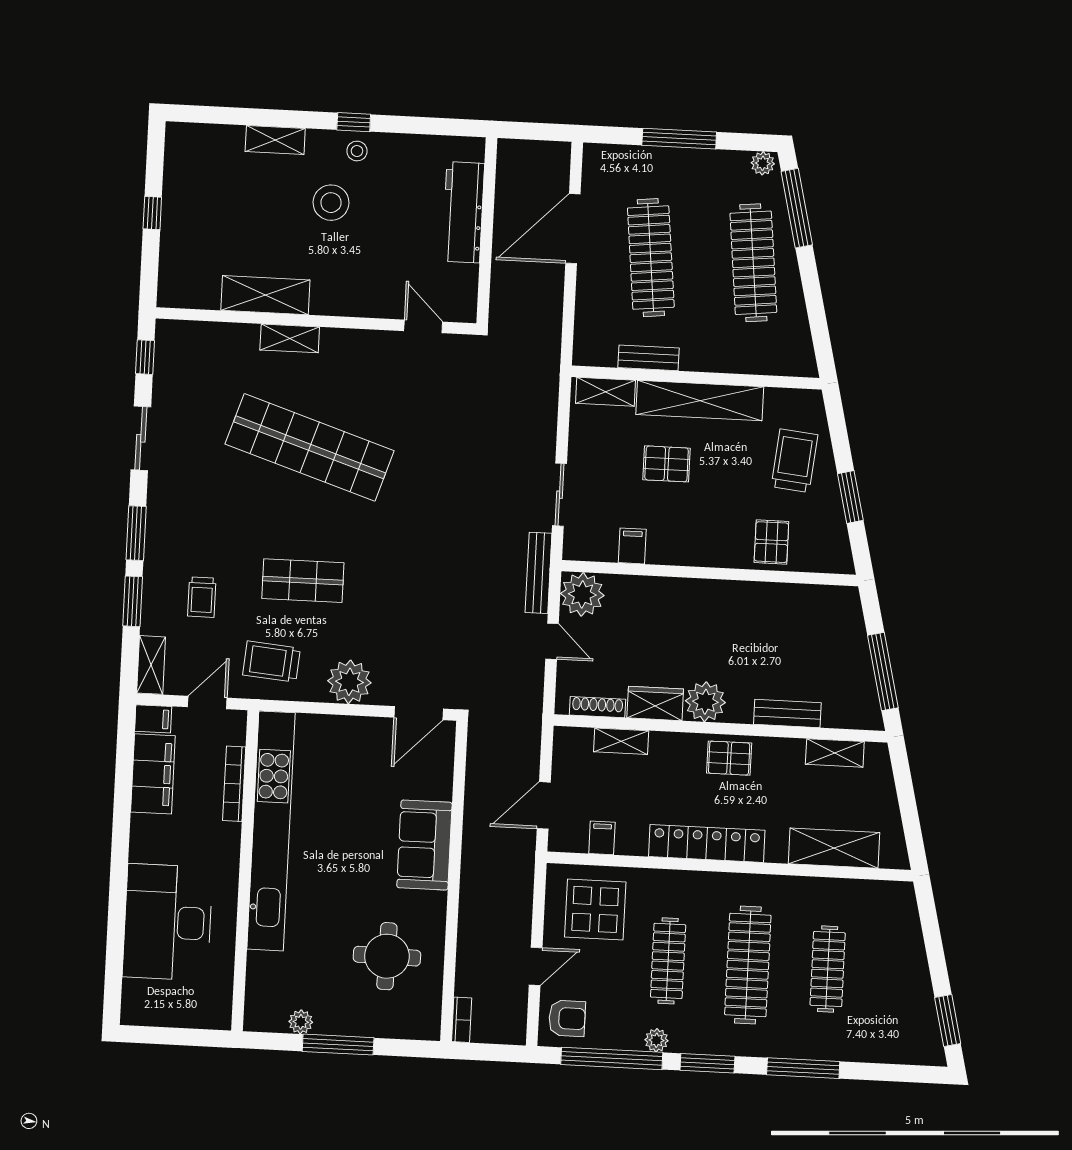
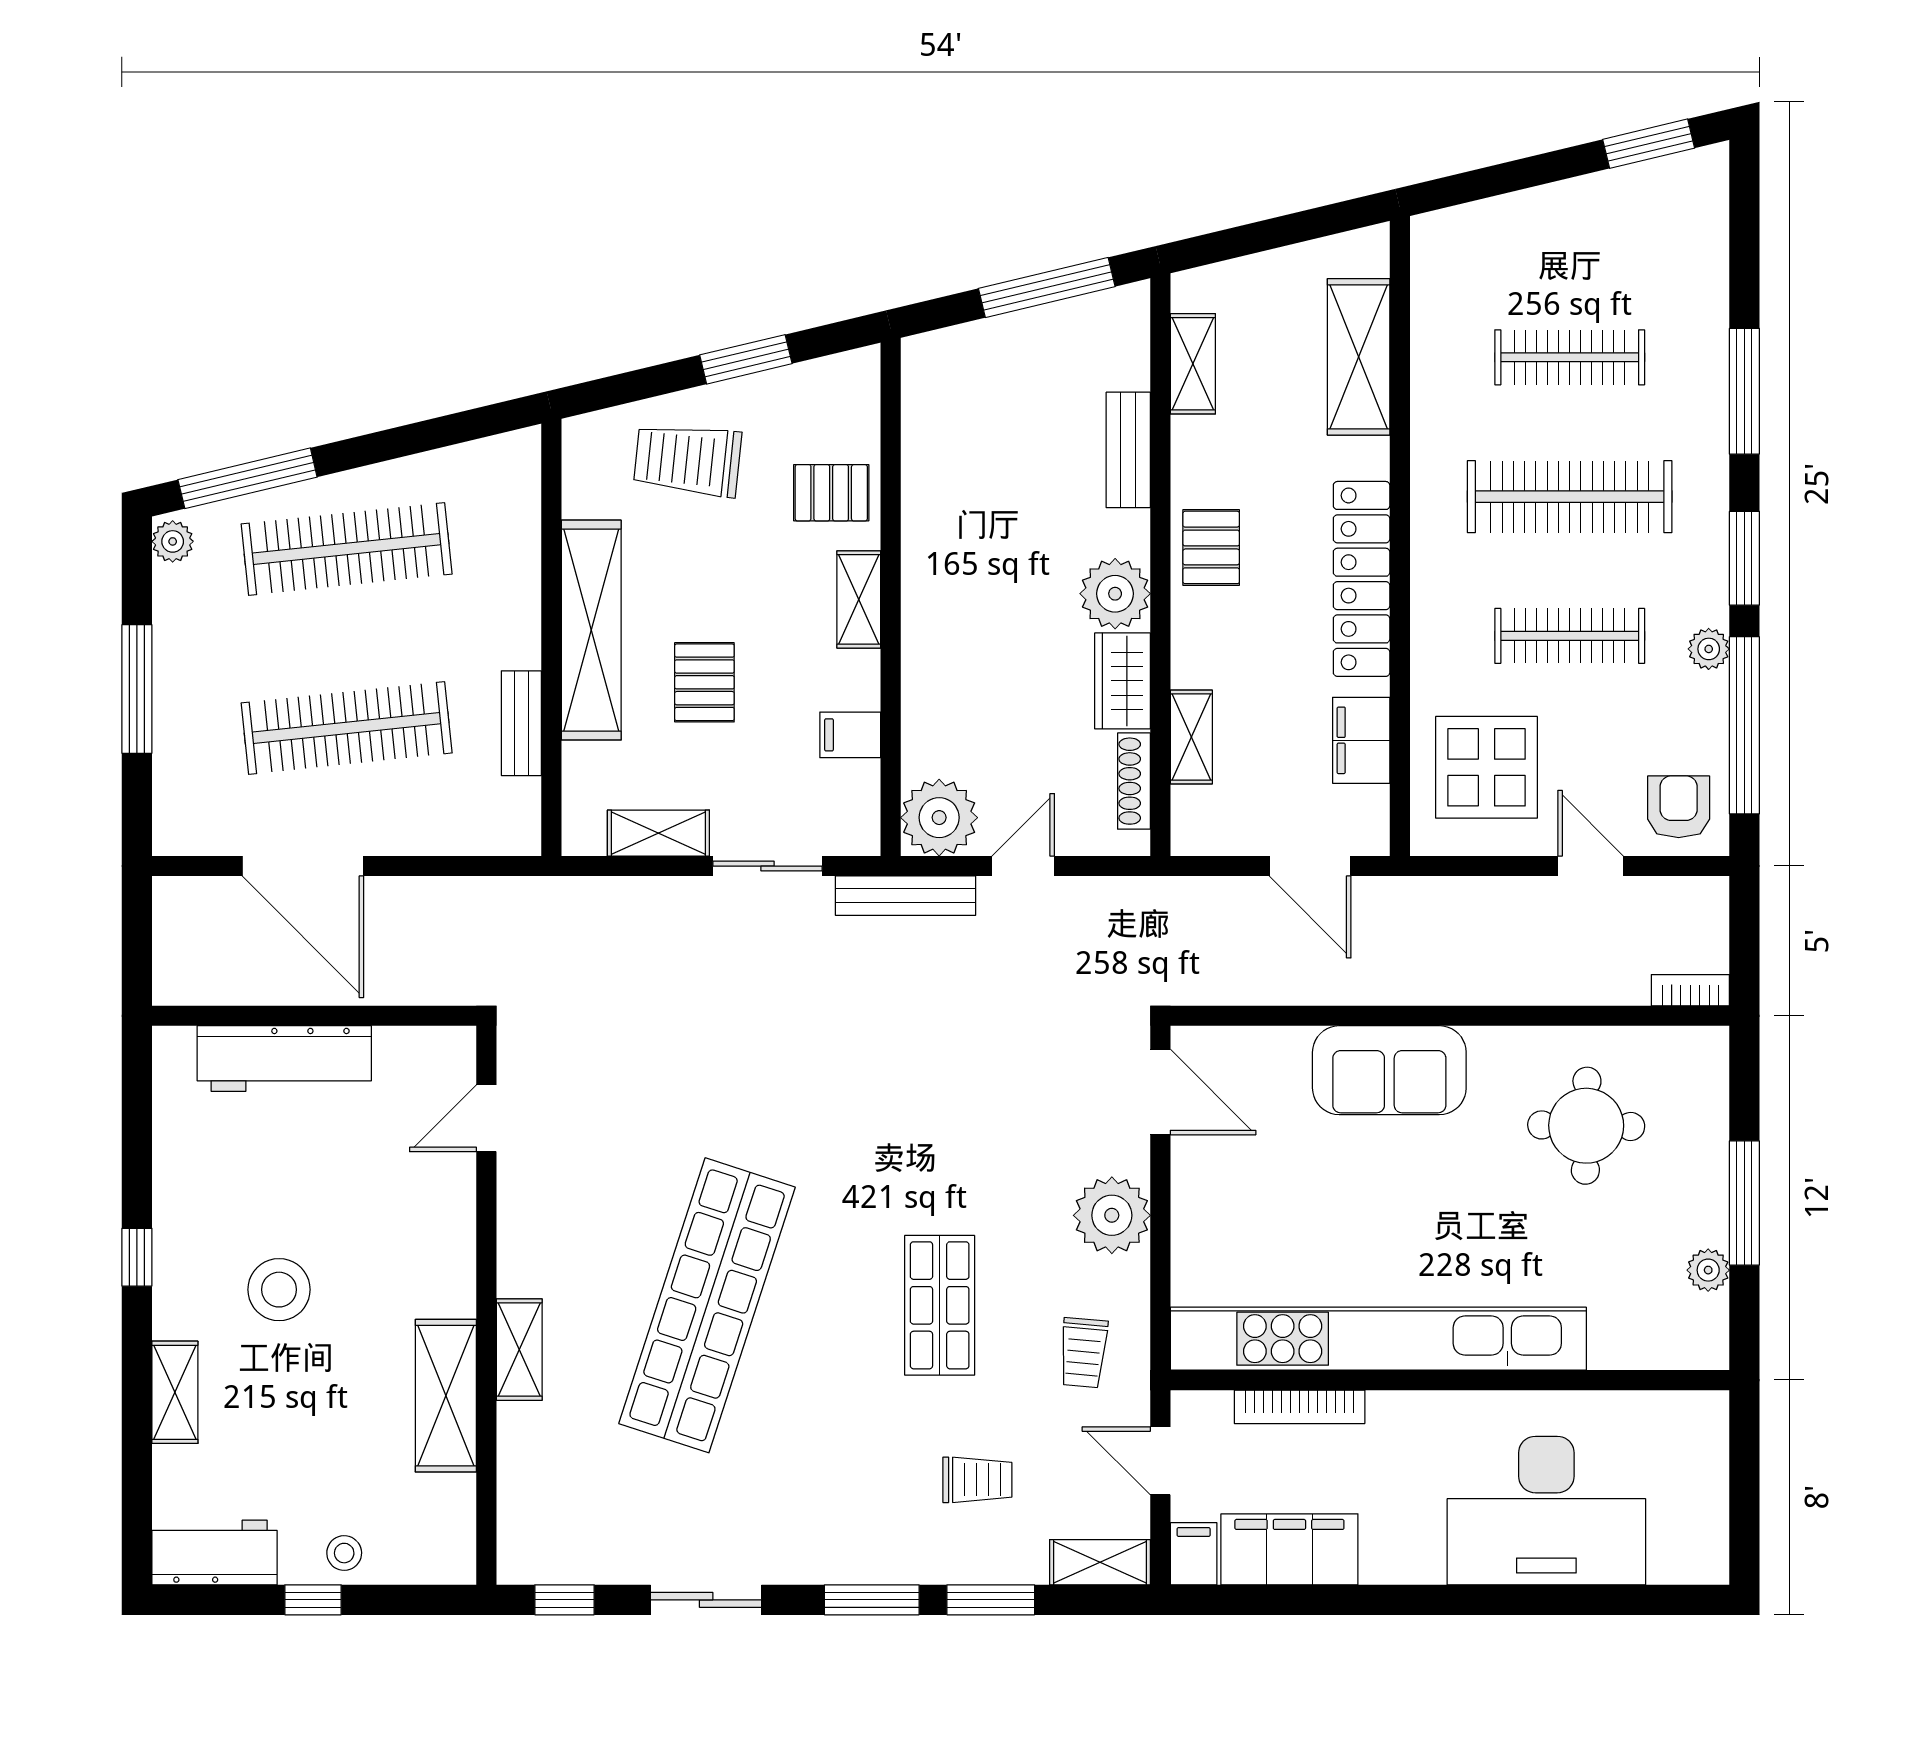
stool: (357, 151) -> (344, 1553), moved
workbench: (182, 158) -> (215, 1552), added
shelving: (606, 392) -> (658, 833), moved, turned 90
shelving: (710, 555) -> (859, 599), added
trolley: (272, 662) -> (1083, 1353), width x0.73, depth x0.72
filing cabinet: (602, 838) -> (1361, 740), width x2.00

